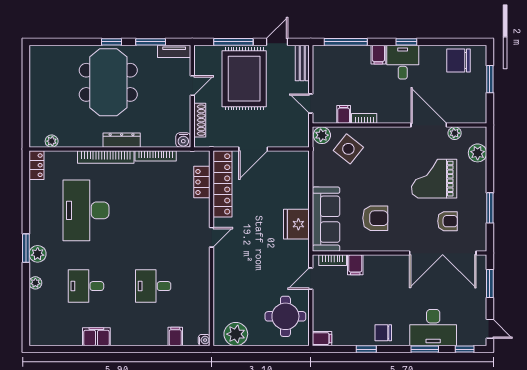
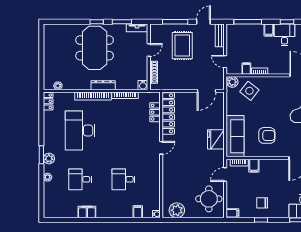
rug: (244, 79) -> (182, 46), width x0.73, depth x0.69
door: (253, 149) -> (207, 91), moved
chair: (383, 333) -> (262, 203), moved

